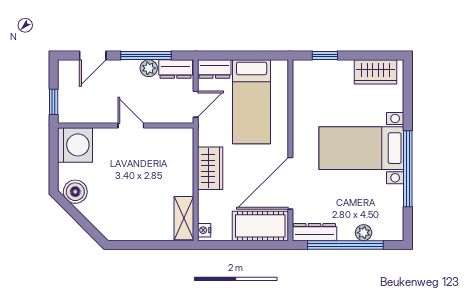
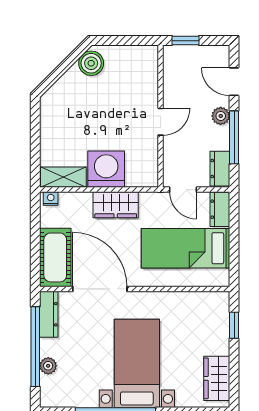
plant: (149, 68) -> (221, 116), moved
washing machine: (75, 145) -> (106, 169), moved, turned 180

